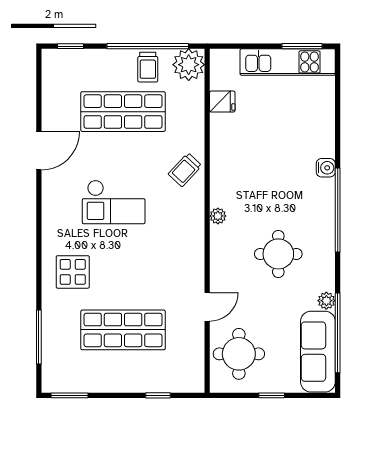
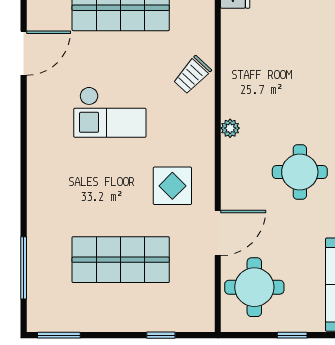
display table: (73, 272) -> (172, 186), moved
door: (207, 307) -> (218, 233), width x1.38

